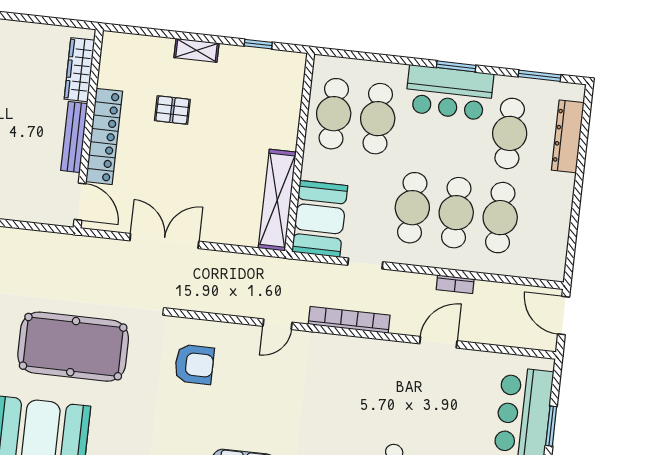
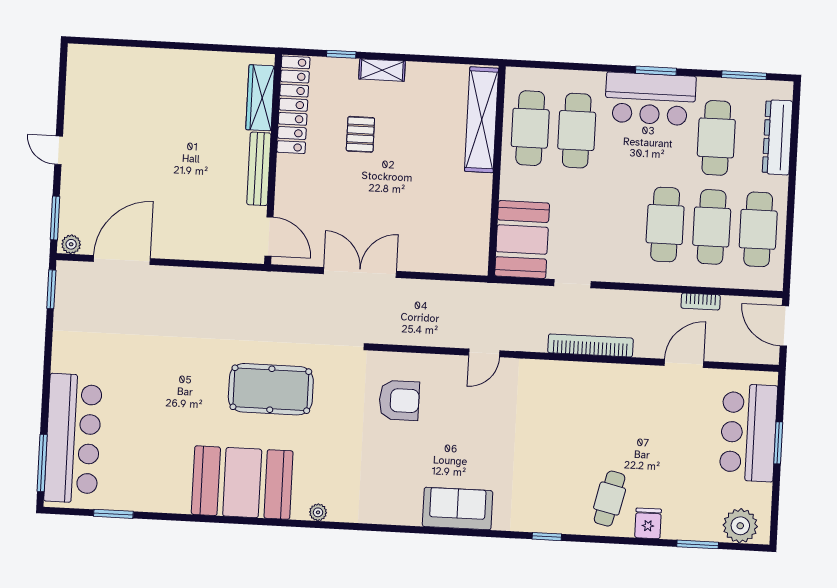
window: (258, 44) -> (341, 54), moved
pallet: (172, 110) -> (360, 134), turned 90
locker: (104, 136) -> (293, 105), moved
shelving: (277, 200) -> (482, 120), moved
cafe table: (412, 208) -> (758, 229), moved
bookcase: (455, 284) -> (701, 302), moved
bookcase: (349, 320) -> (590, 345), moved
door: (438, 342) -> (684, 363), moved
pool table: (73, 347) -> (271, 389), width x0.73, depth x0.76

